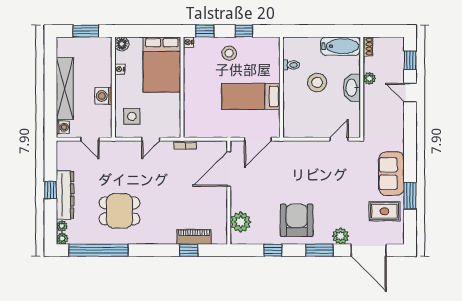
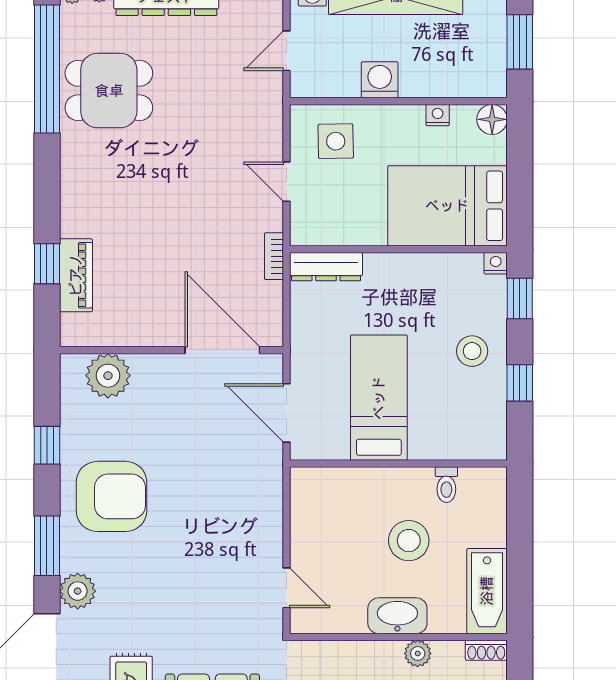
dresser: (190, 121) -> (326, 267), added
dining table: (120, 211) -> (109, 91), moved, turned 90

